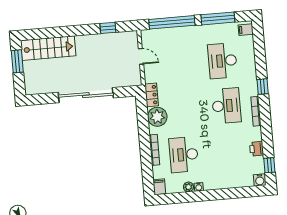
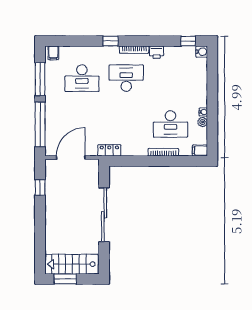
stairs: (48, 48) -> (71, 264), moved, turned -90
door: (141, 56) -> (71, 158), width x1.88
plant: (157, 117) -> (131, 147), removed
printer: (257, 149) -> (157, 52), moved

